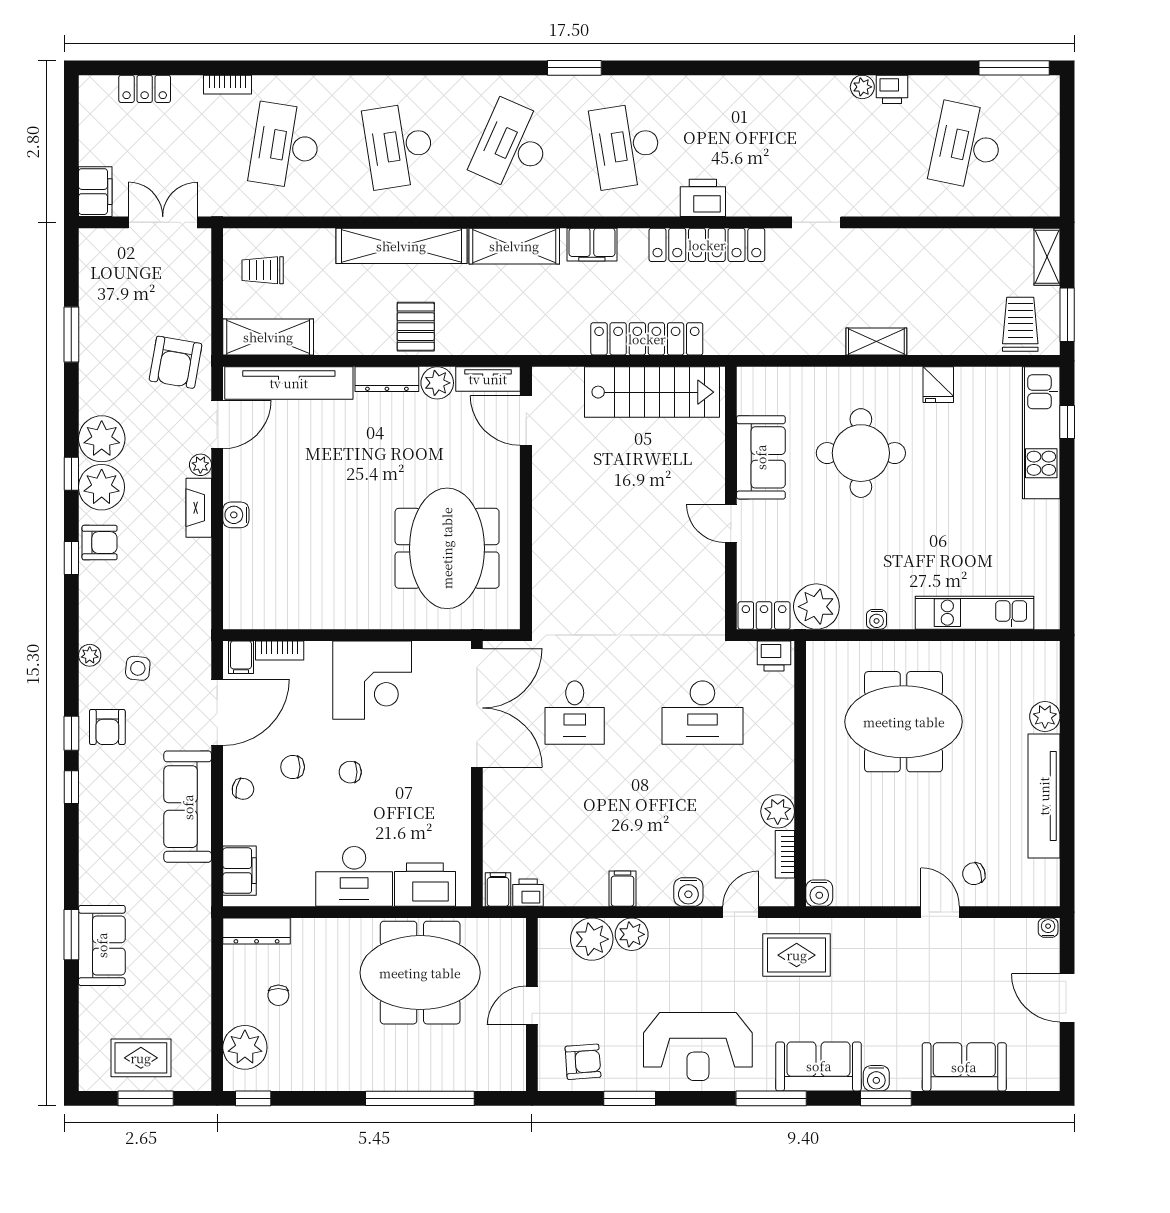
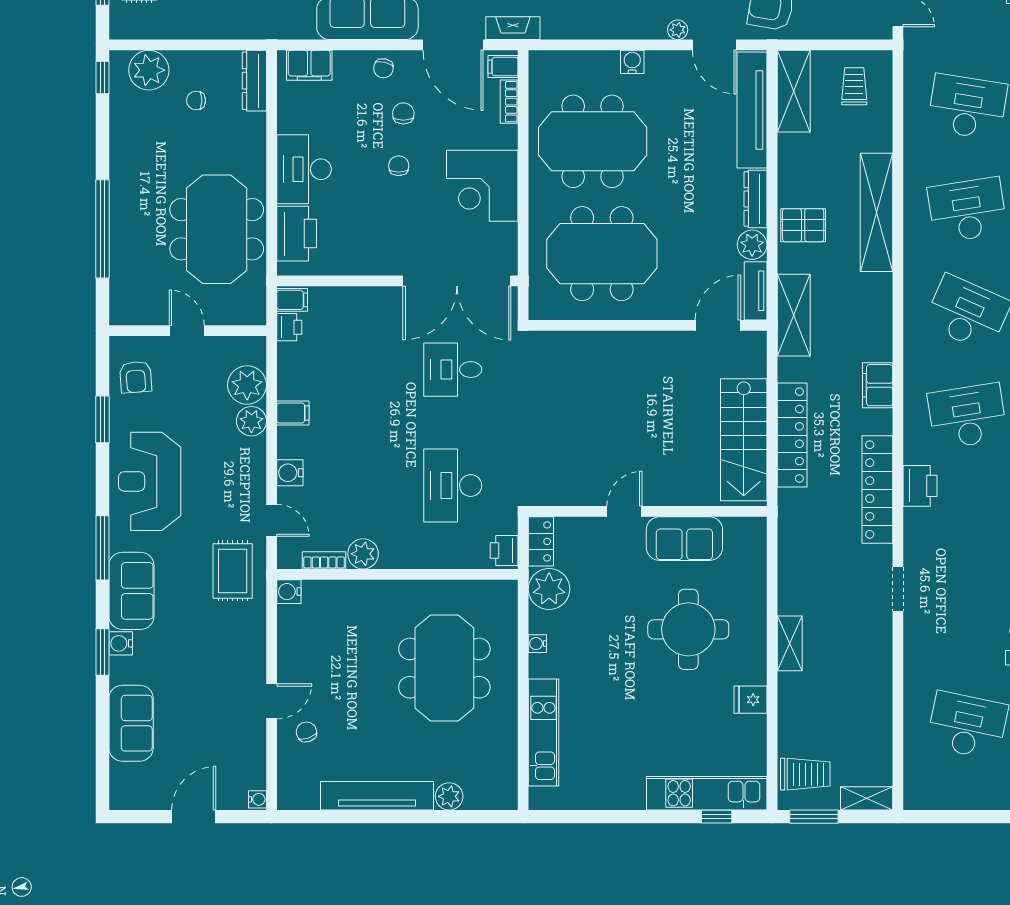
shelving: (514, 246) -> (794, 315), moved
fireplace: (199, 508) -> (513, 28), moved
meeting table: (323, 559) -> (593, 141), added

